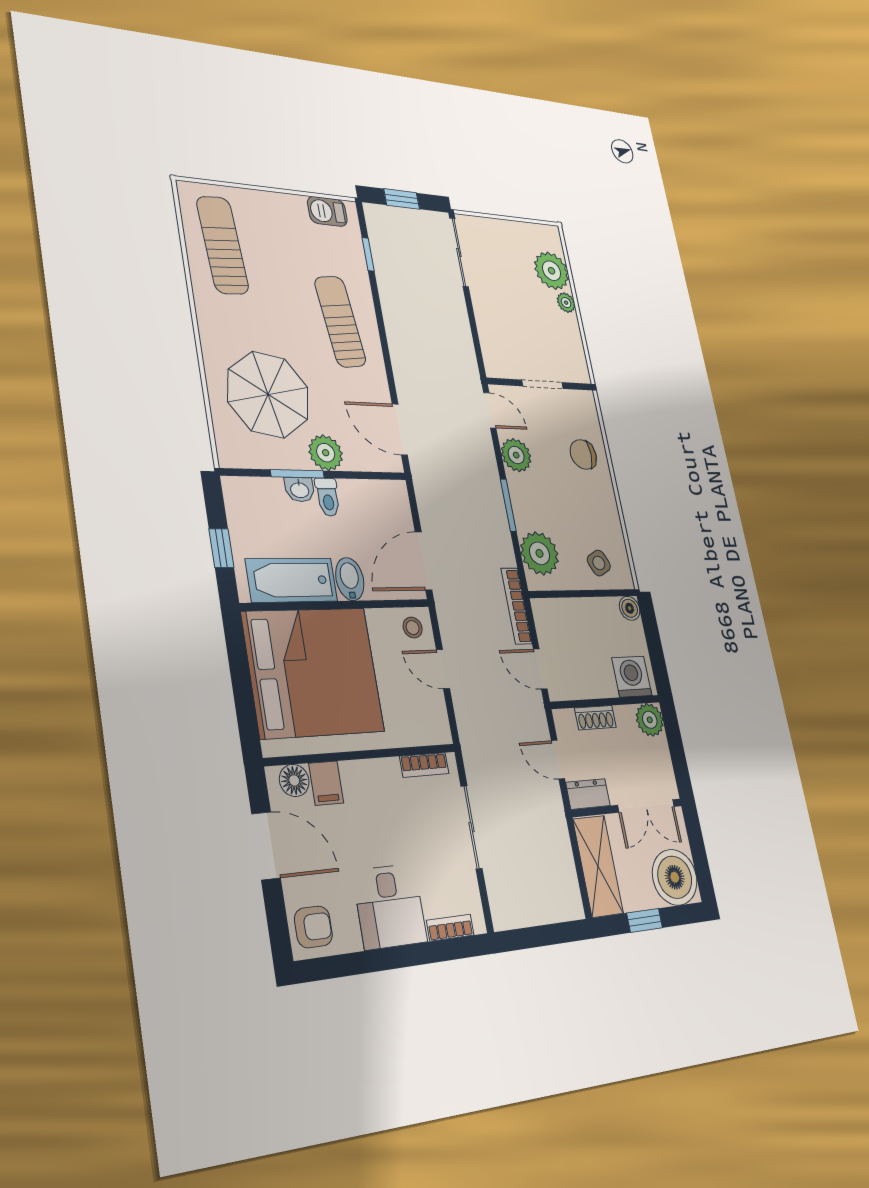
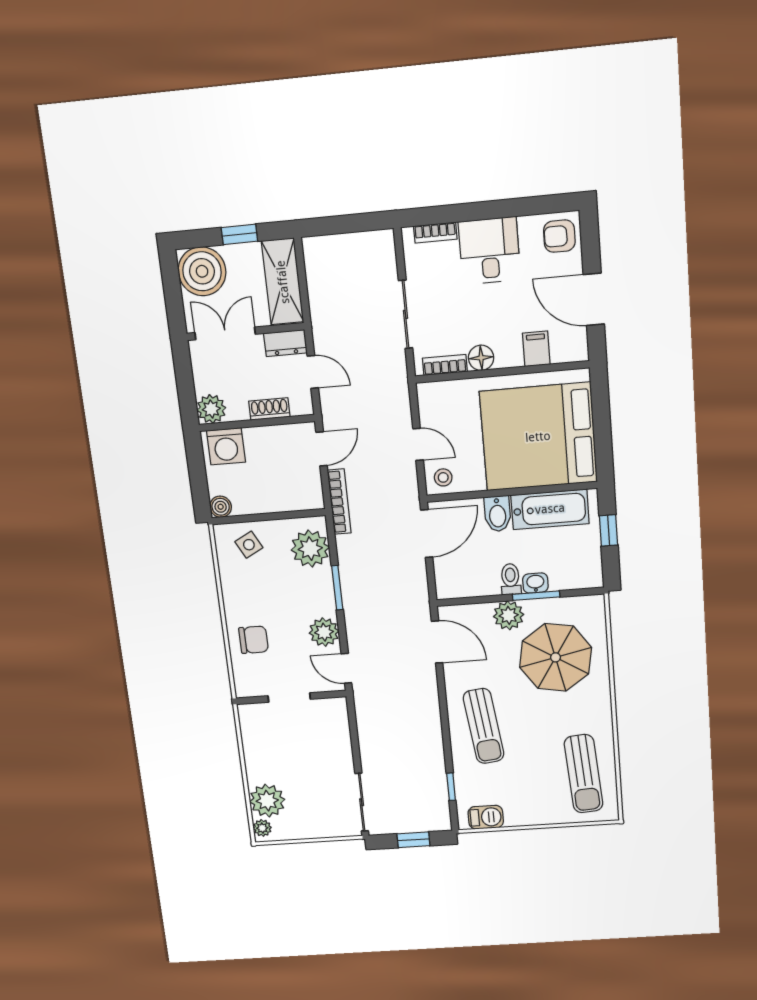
plant: (566, 303) -> (262, 828), moved
door: (540, 669) -> (322, 449), hinge flipped
floor lamp: (294, 780) -> (481, 358), moved

